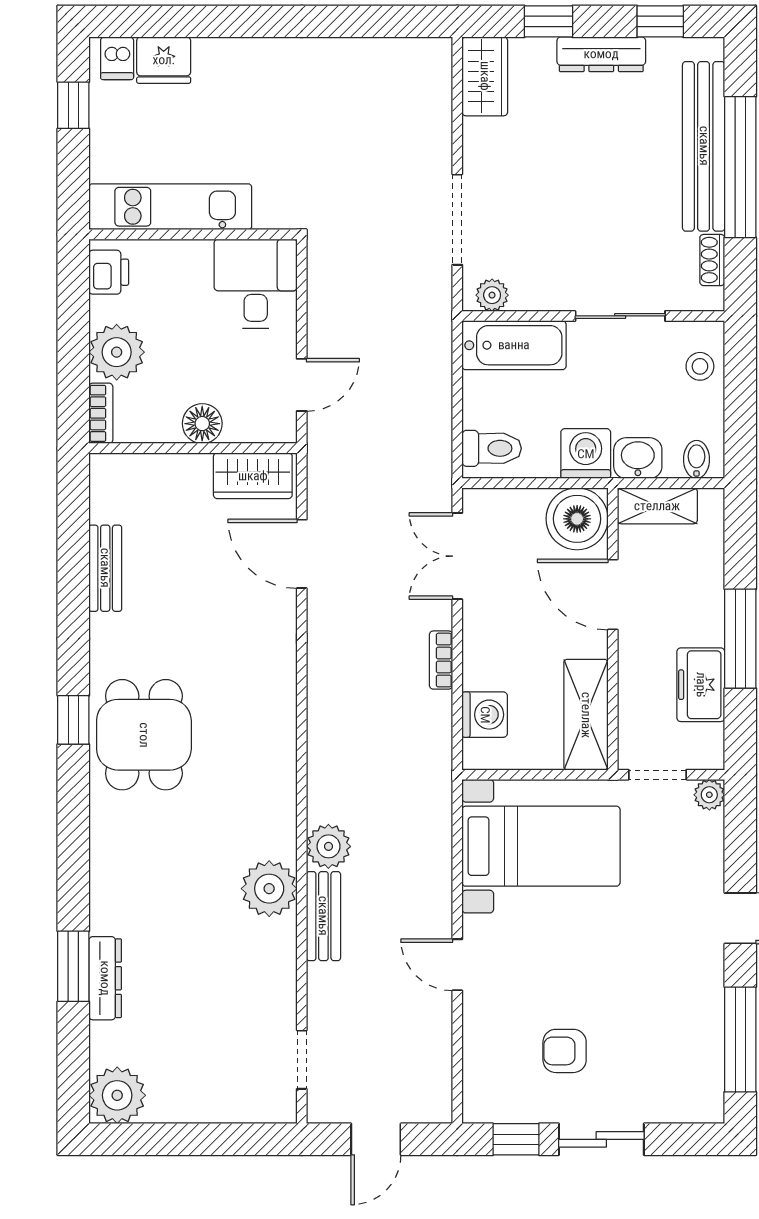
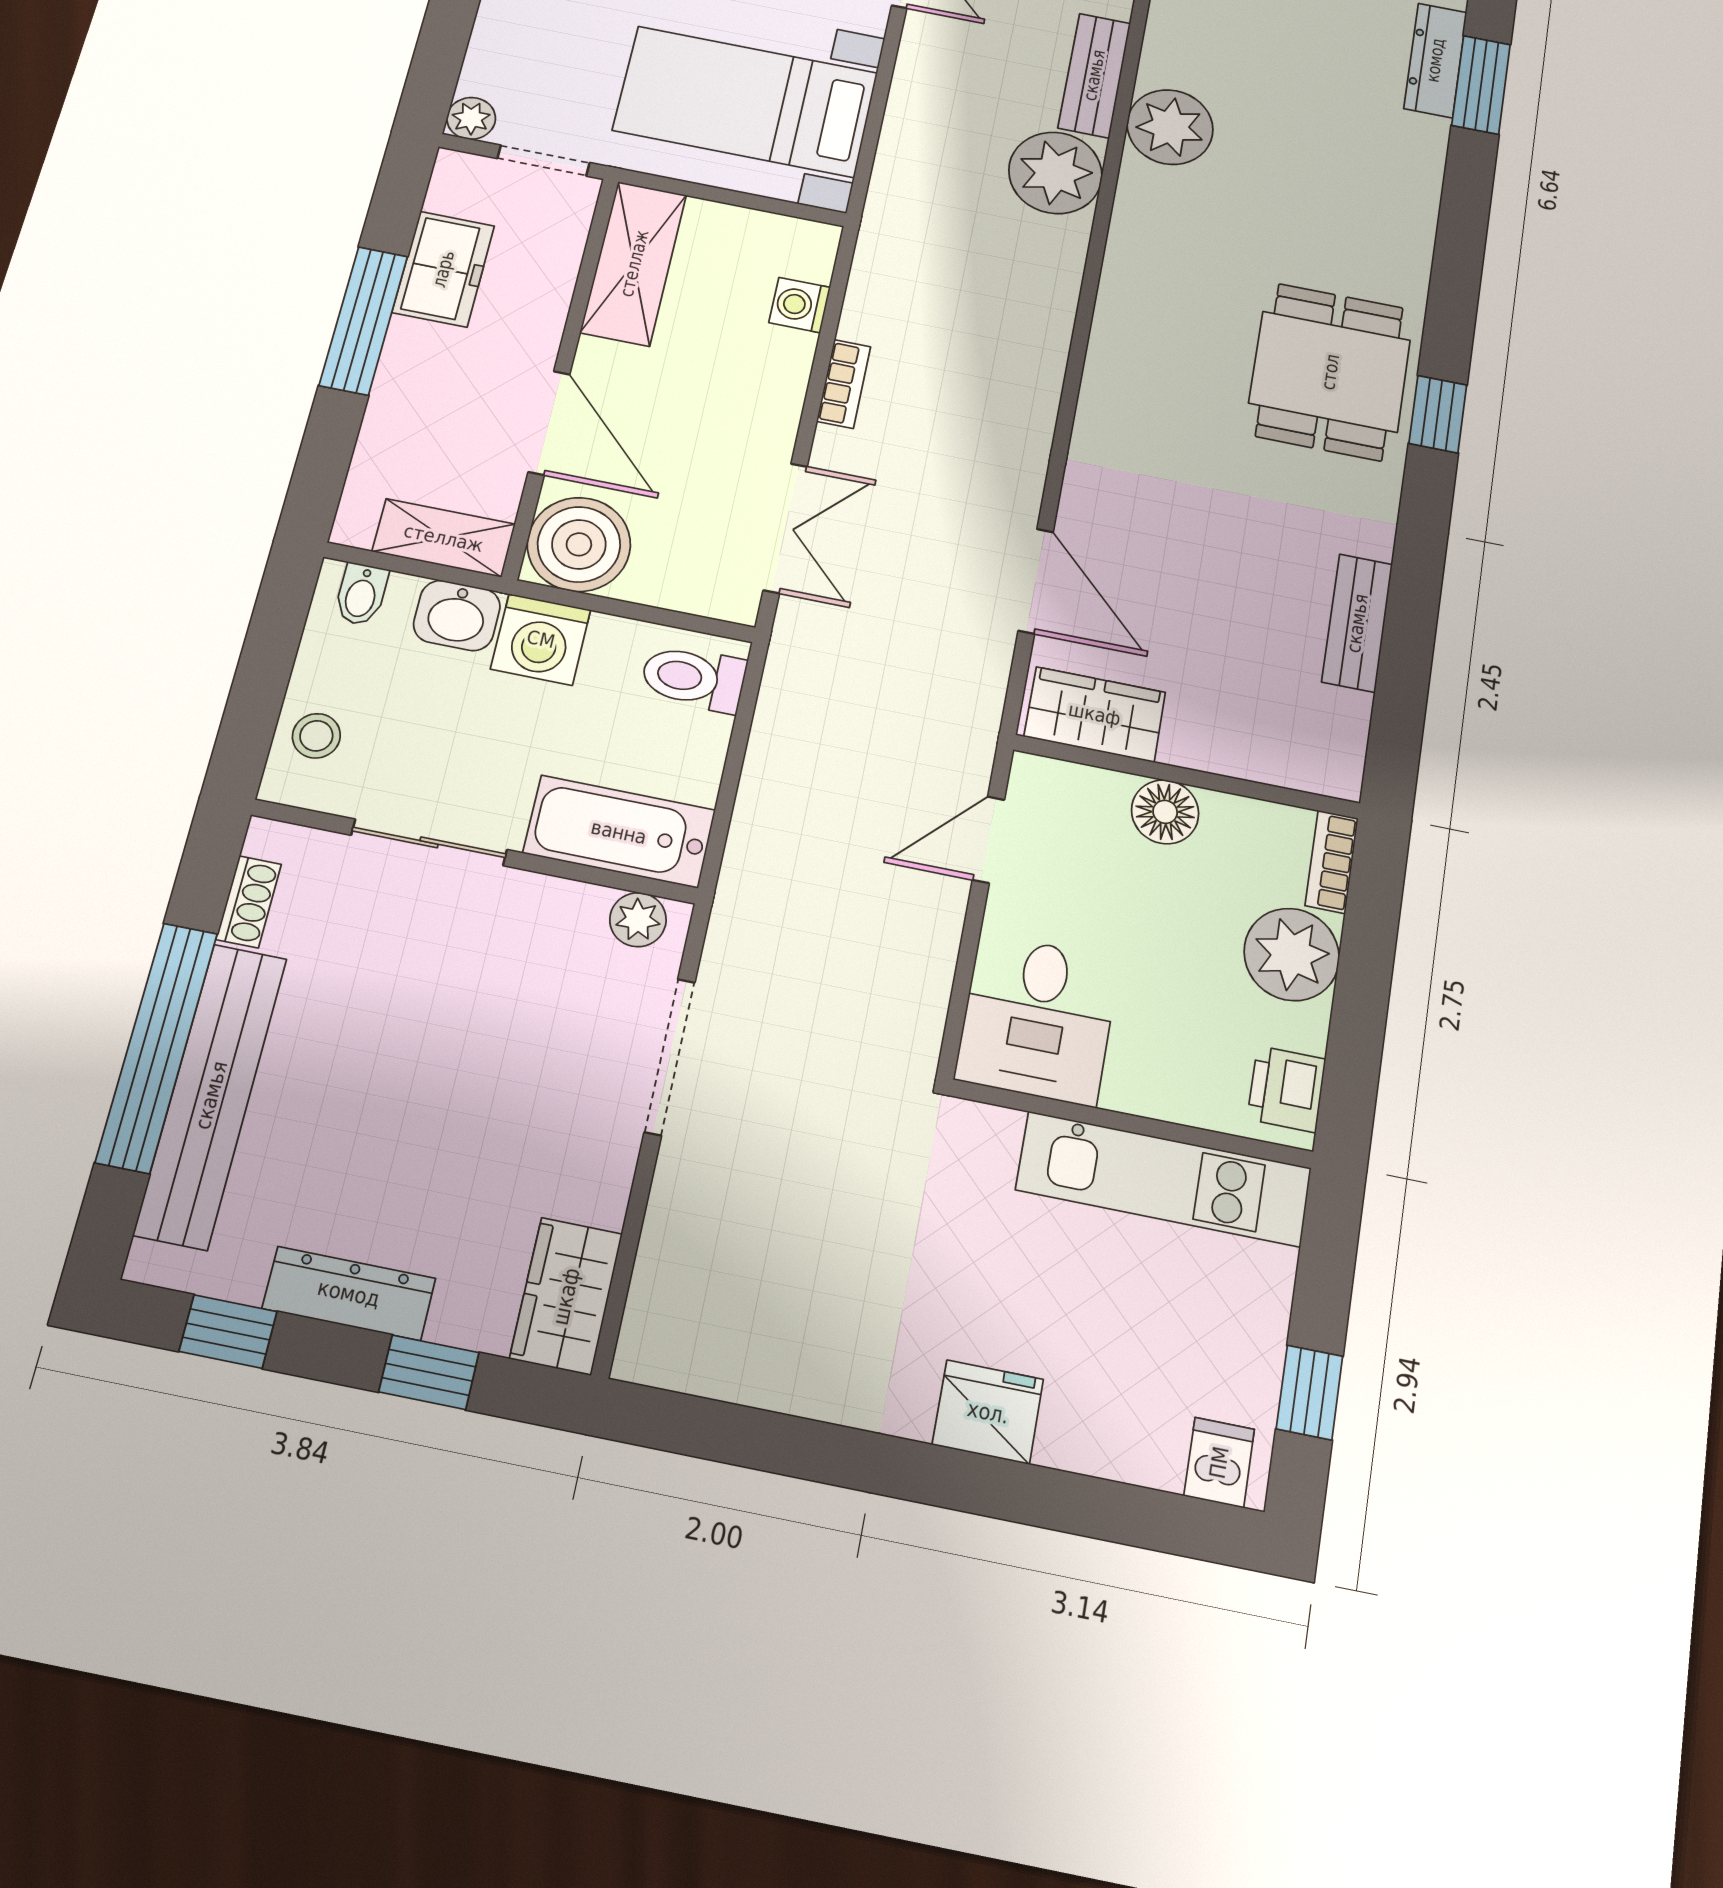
fridge: (164, 60) -> (988, 1412), moved
washing machine: (485, 715) -> (800, 305), width x0.73, depth x0.73
plant: (328, 846) -> (1055, 173), width x1.36, depth x1.36

